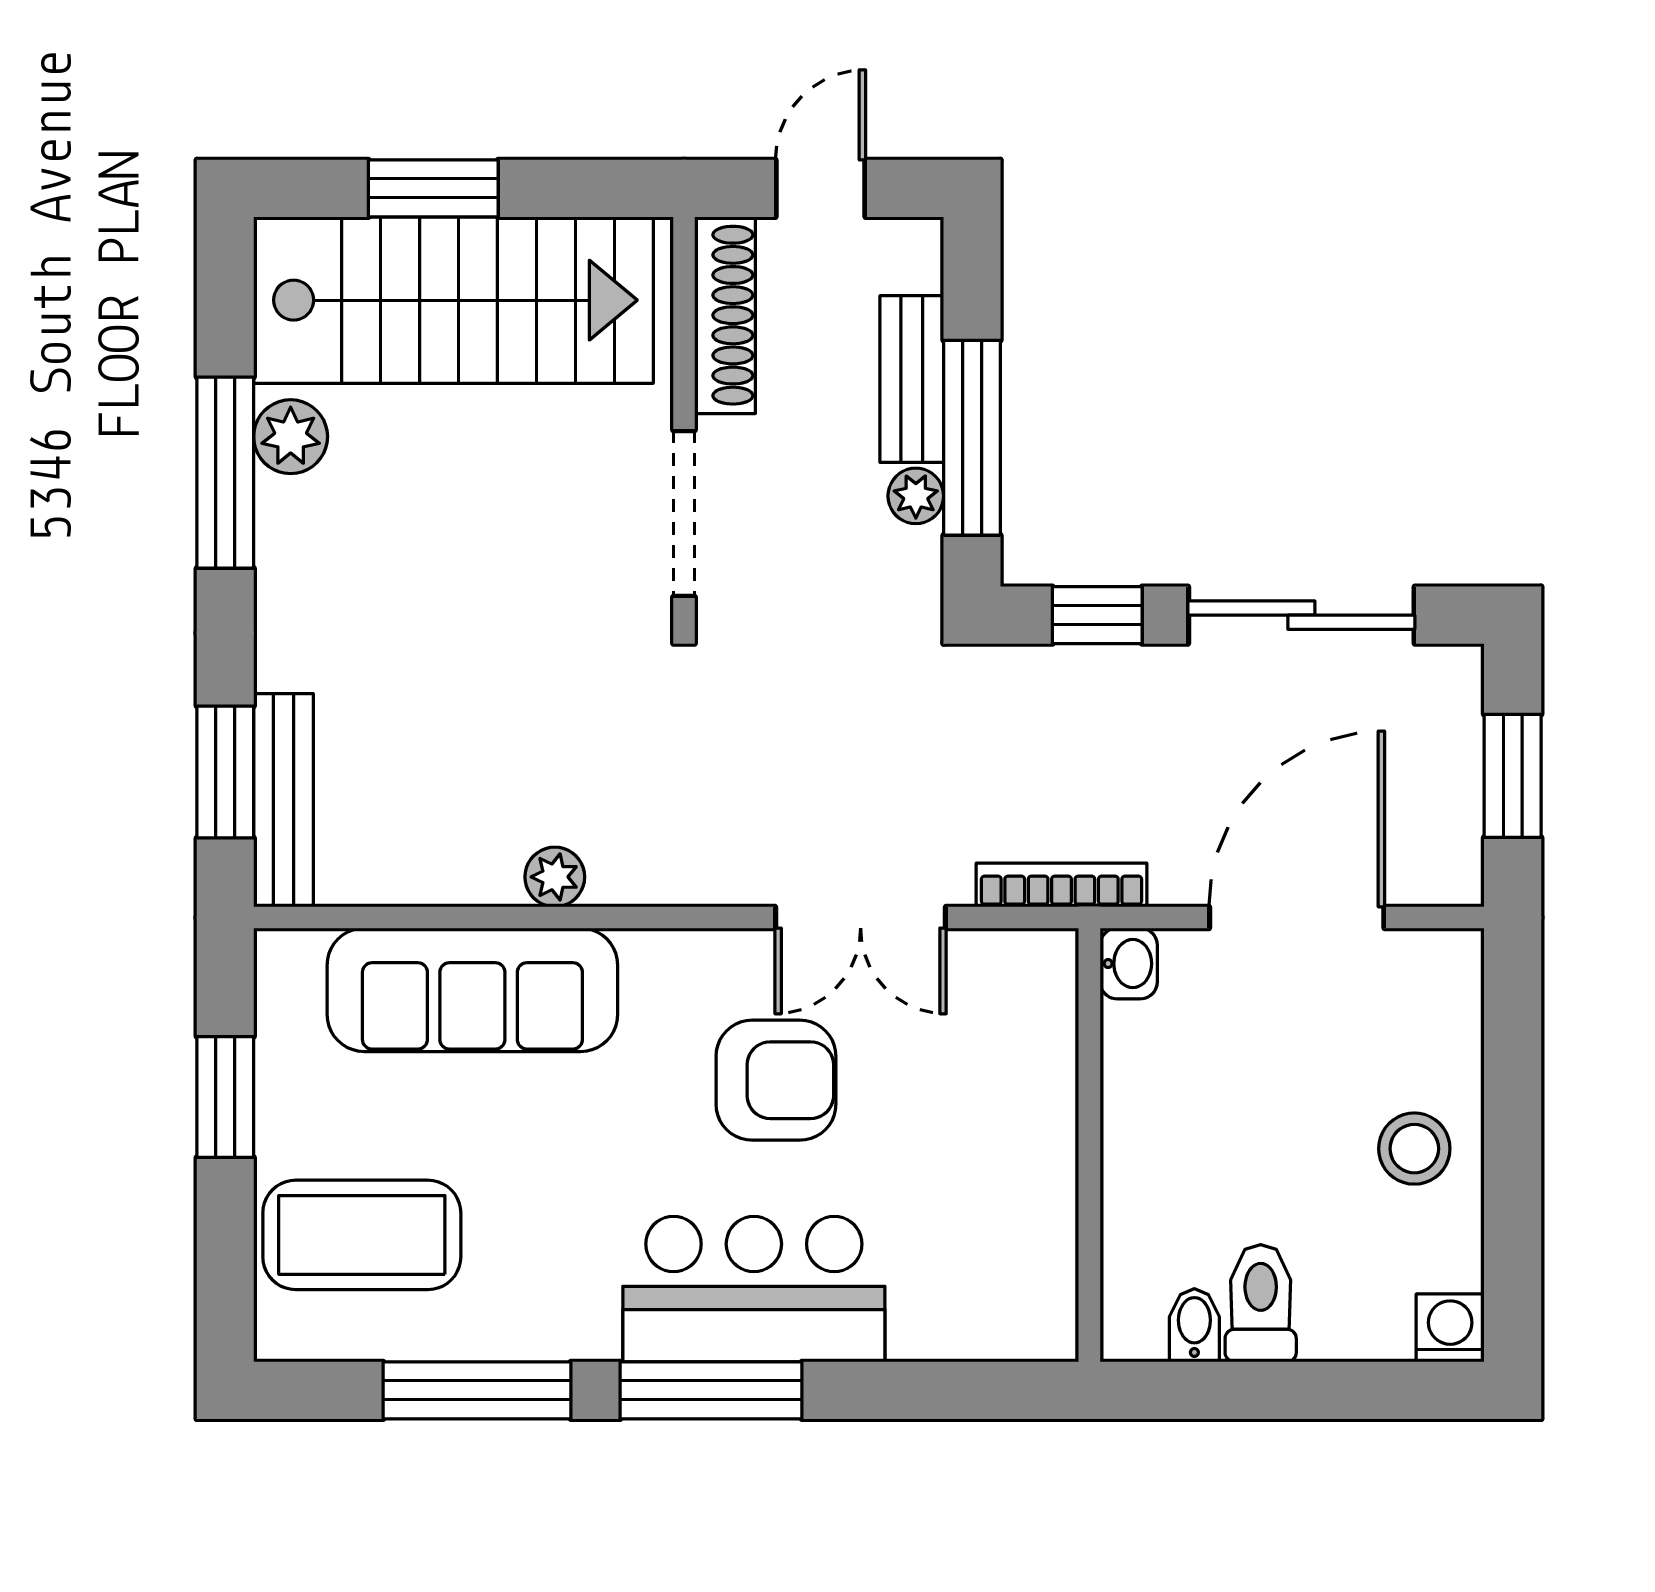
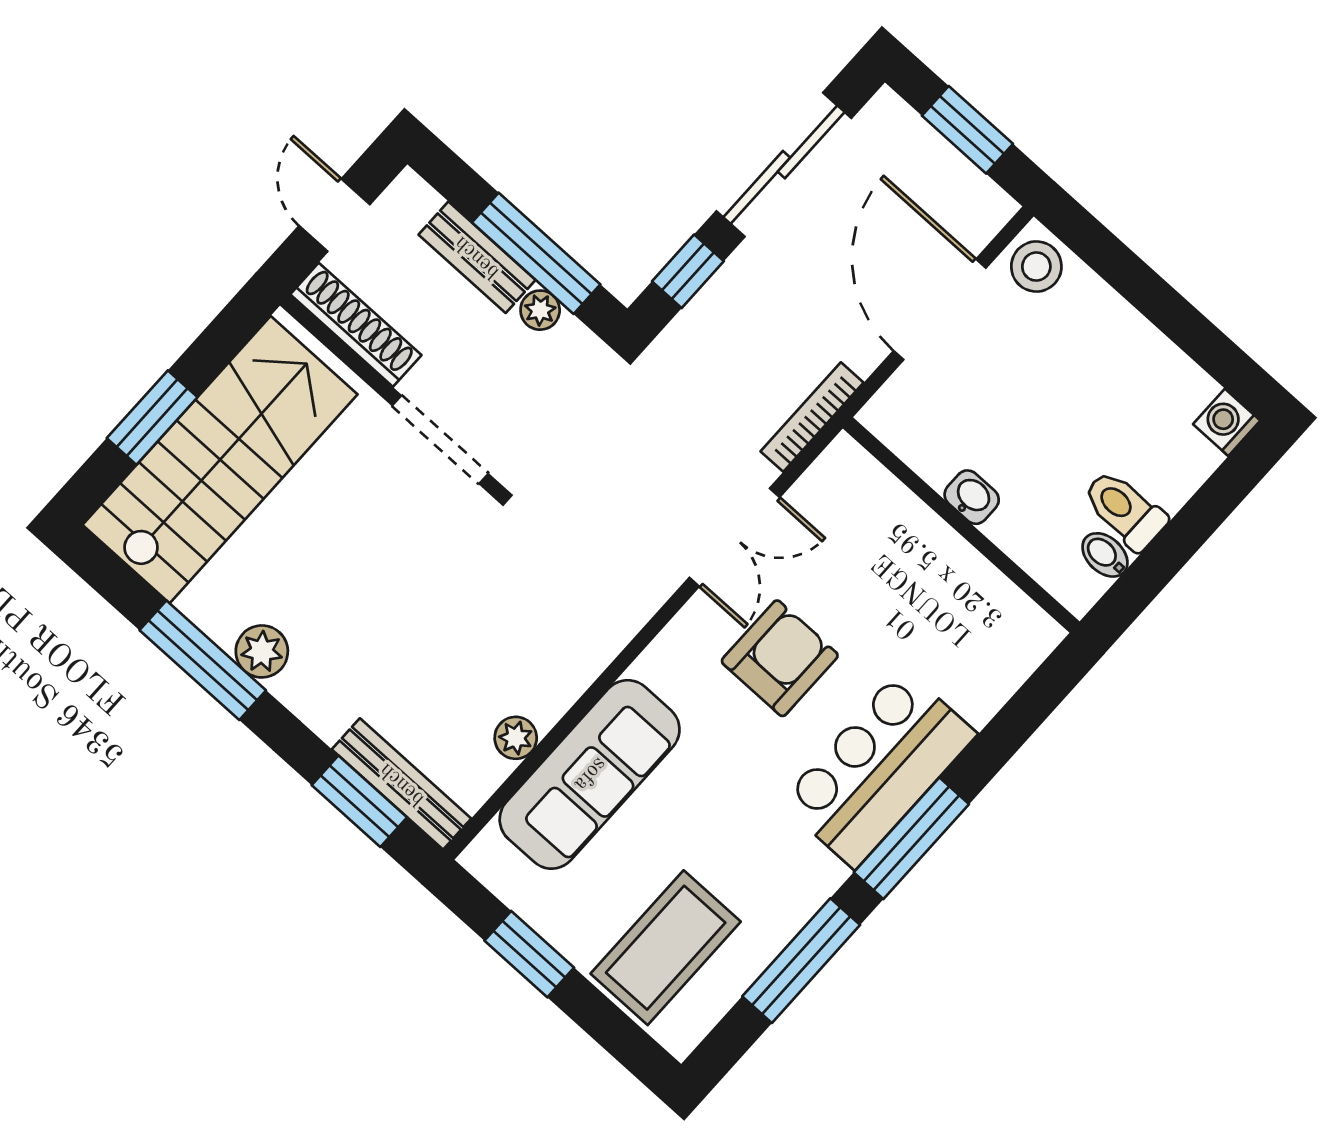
plant: (291, 437) -> (262, 651), moved
plant: (555, 877) -> (516, 738), moved
washbasin: (1129, 964) -> (972, 497), moved
stool: (1414, 1149) -> (1036, 267), moved

